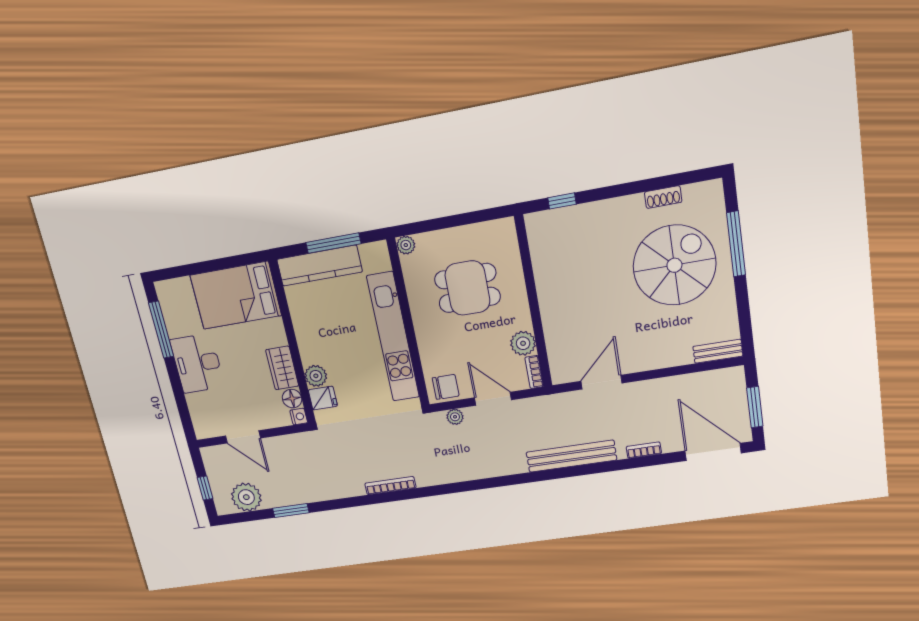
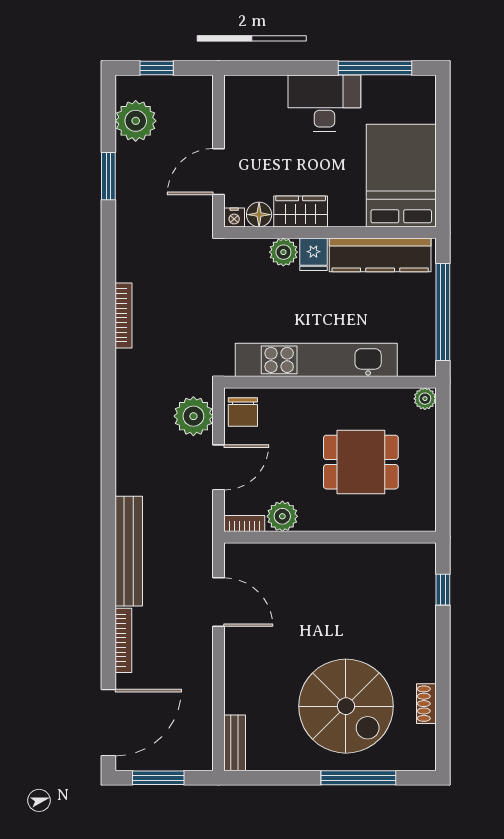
window: (333, 243) -> (443, 312), width x1.46
kitchen counter: (319, 266) -> (380, 255), moved, turned -90
dining table: (467, 288) -> (361, 462), turned 90
fridge: (323, 398) -> (313, 254), moved
plant: (455, 417) -> (193, 416), width x1.87, depth x1.87
door: (243, 437) -> (218, 172), moved
bookcase: (644, 450) -> (123, 640), width x1.56

